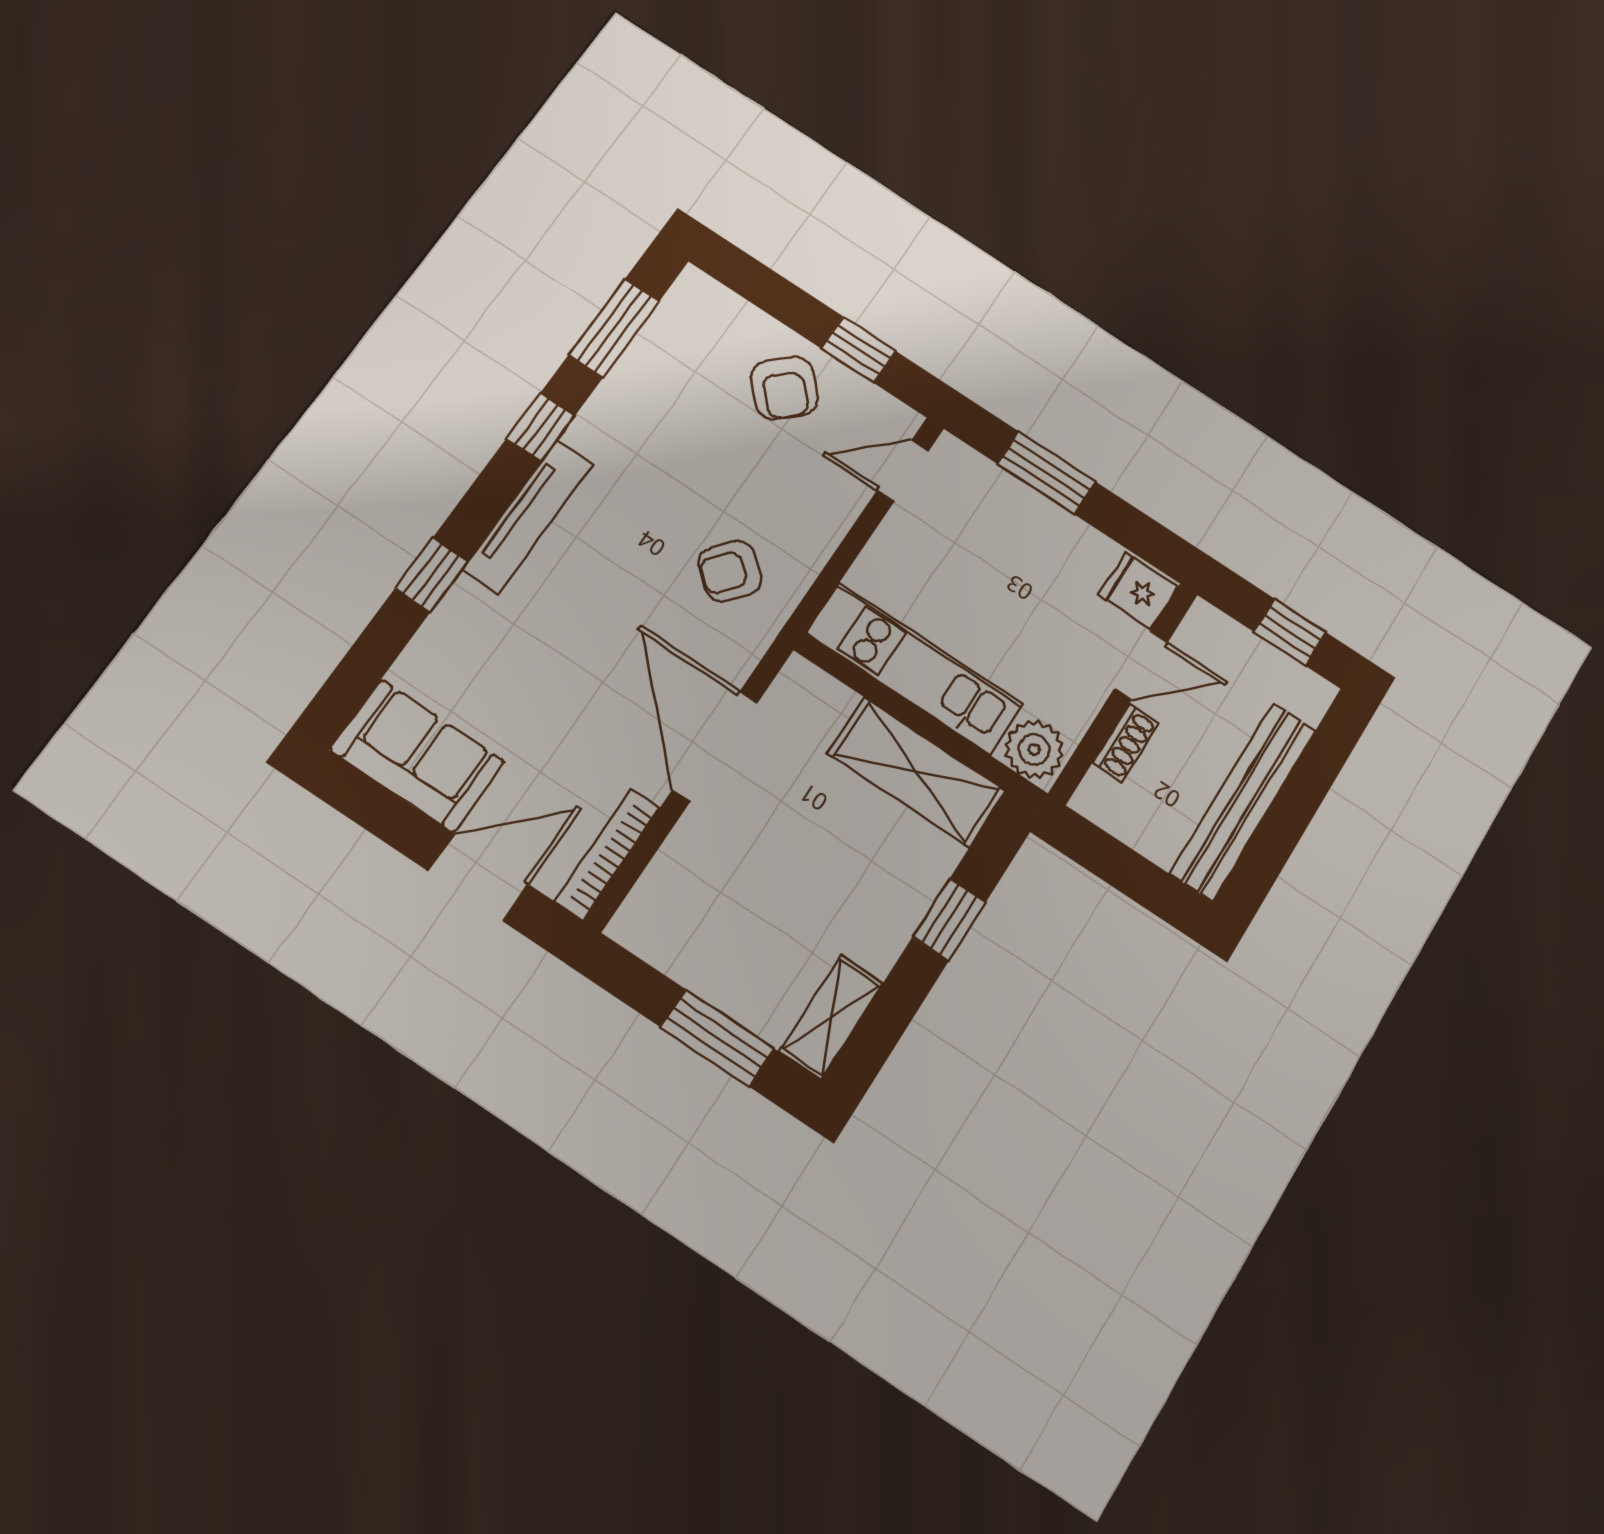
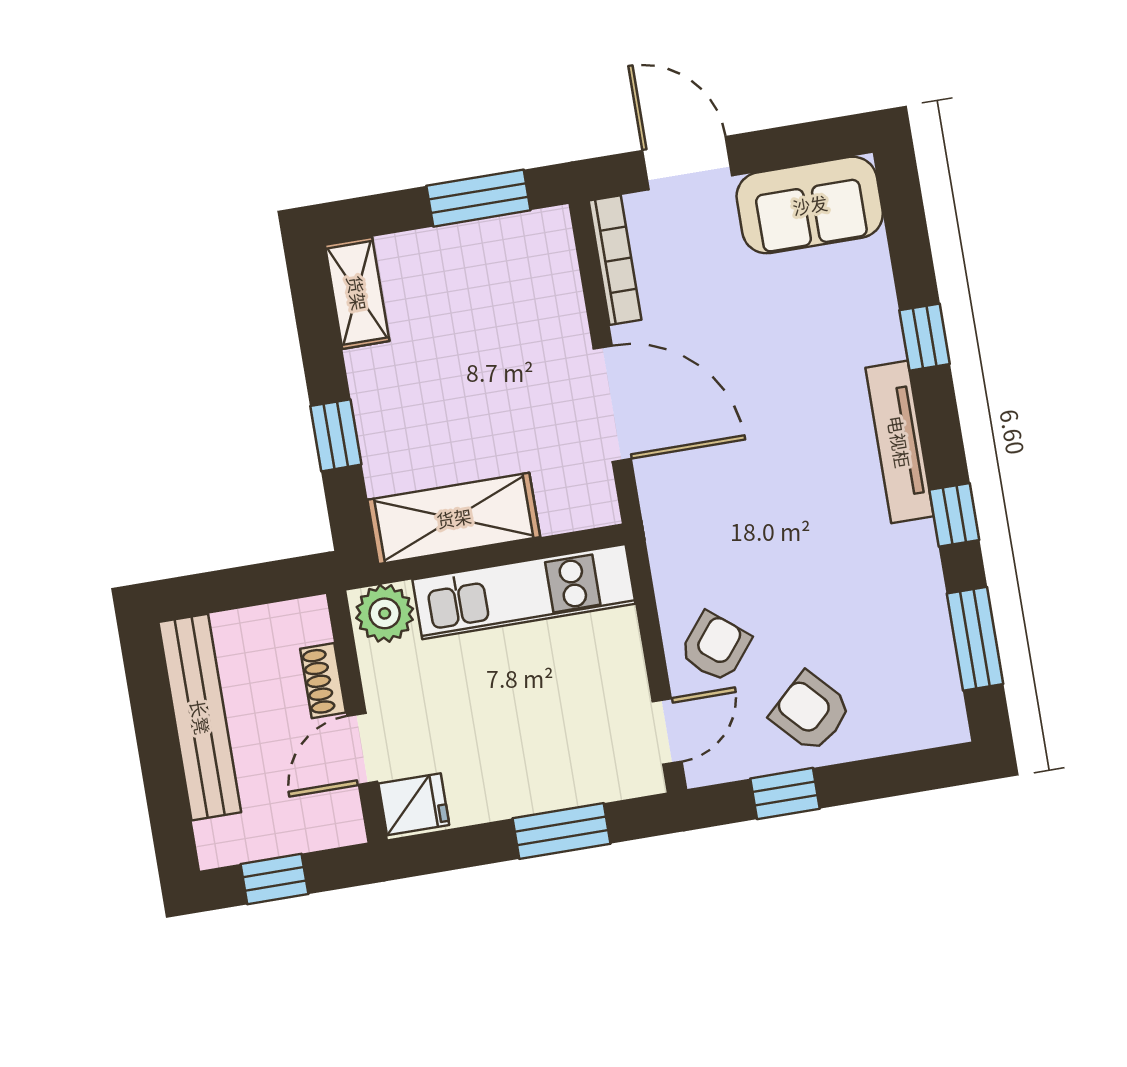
armchair: (730, 571) -> (715, 647), moved
door: (478, 878) -> (687, 163), swing flipped
window: (717, 1038) -> (478, 198), moved

